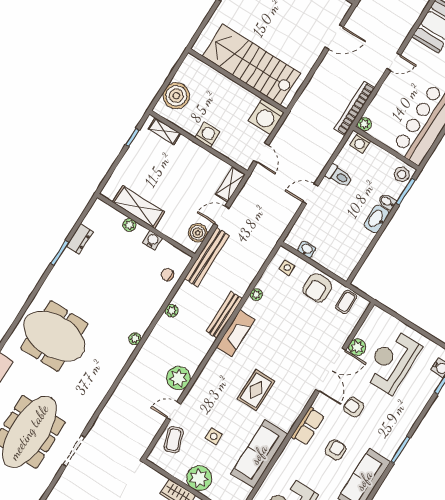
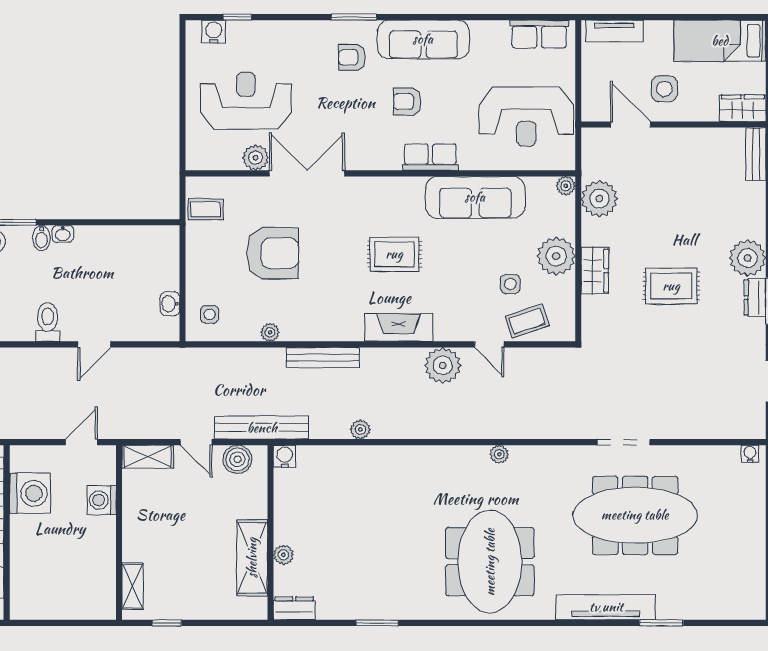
boiler: (176, 96) -> (76, 600), removed
washing machine: (266, 117) -> (30, 493), moved
washing machine: (207, 135) -> (102, 500), moved
door: (310, 194) -> (94, 344), hinge flipped
washbasin: (377, 219) -> (63, 234), width x0.52, depth x0.69
dresser: (80, 239) -> (294, 608), moved
water cooler: (152, 240) -> (285, 456), moved, turned 90
chair: (167, 275) -> (317, 465), removed
armchair: (317, 288) -> (273, 253), moved, width x1.36, depth x1.36
fireplace: (236, 333) -> (399, 327), moved
plant: (135, 339) -> (499, 454), moved
reception desk: (392, 361) -> (246, 101), turned 180
armchair: (354, 407) -> (352, 57), moved, turned 87
row of seats: (308, 426) -> (430, 157), moved
side table: (214, 436) -> (510, 284), moved

